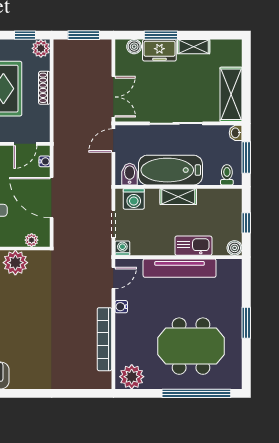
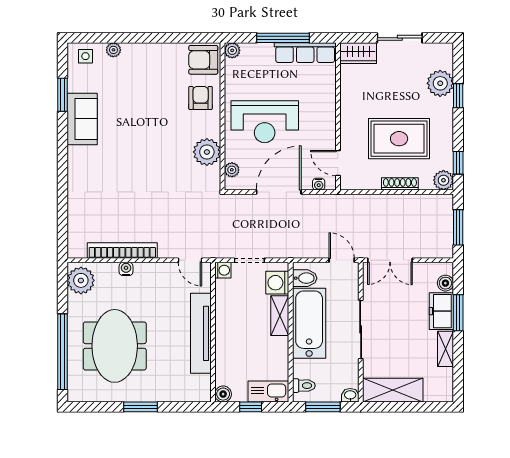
shelving: (178, 197) -> (280, 316), moved
kitchen sink: (193, 246) -> (268, 392), moved, turned -90
water cooler: (121, 307) -> (126, 269), moved

